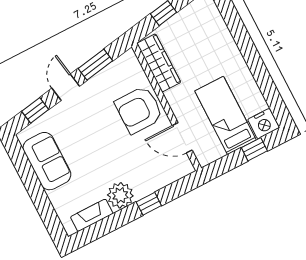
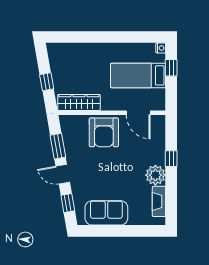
nightstand: (264, 124) -> (161, 48), width x0.53, depth x0.56
door: (182, 138) -> (138, 113), hinge flipped

